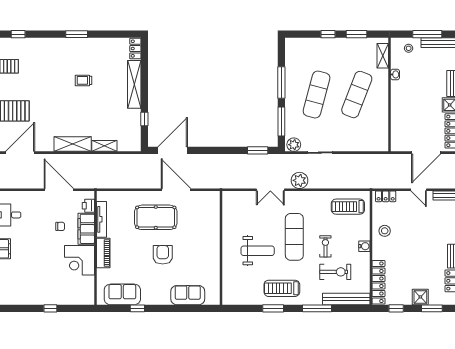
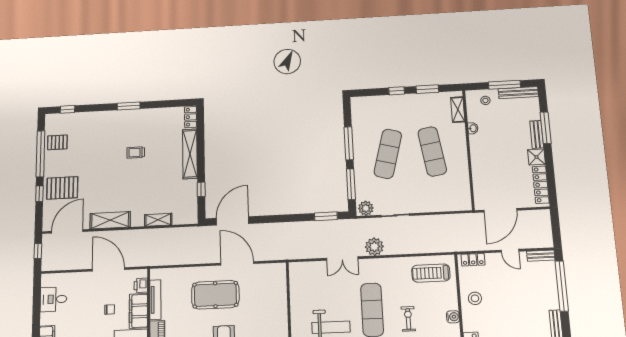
exercise mat: (357, 95) -> (432, 151), turned -30
shelving: (73, 144) -> (110, 220), moved
door: (426, 153) -> (500, 210), moved

